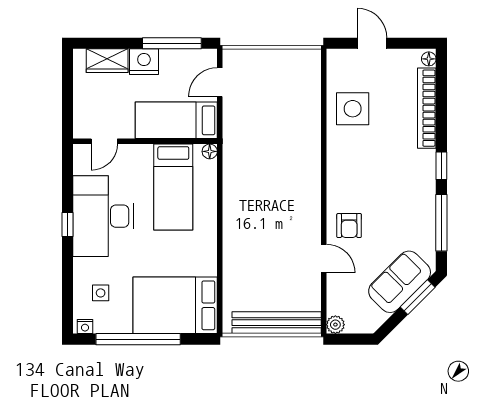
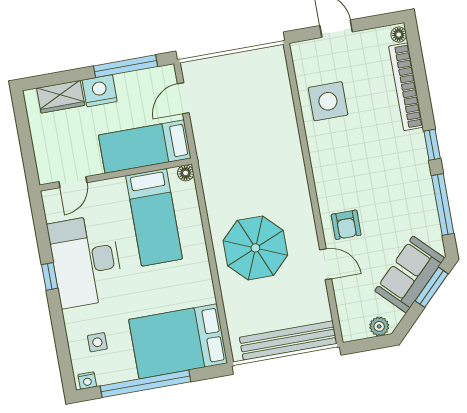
parasol: (262, 232) -> (255, 248), added
plant: (335, 325) -> (379, 326), moved

